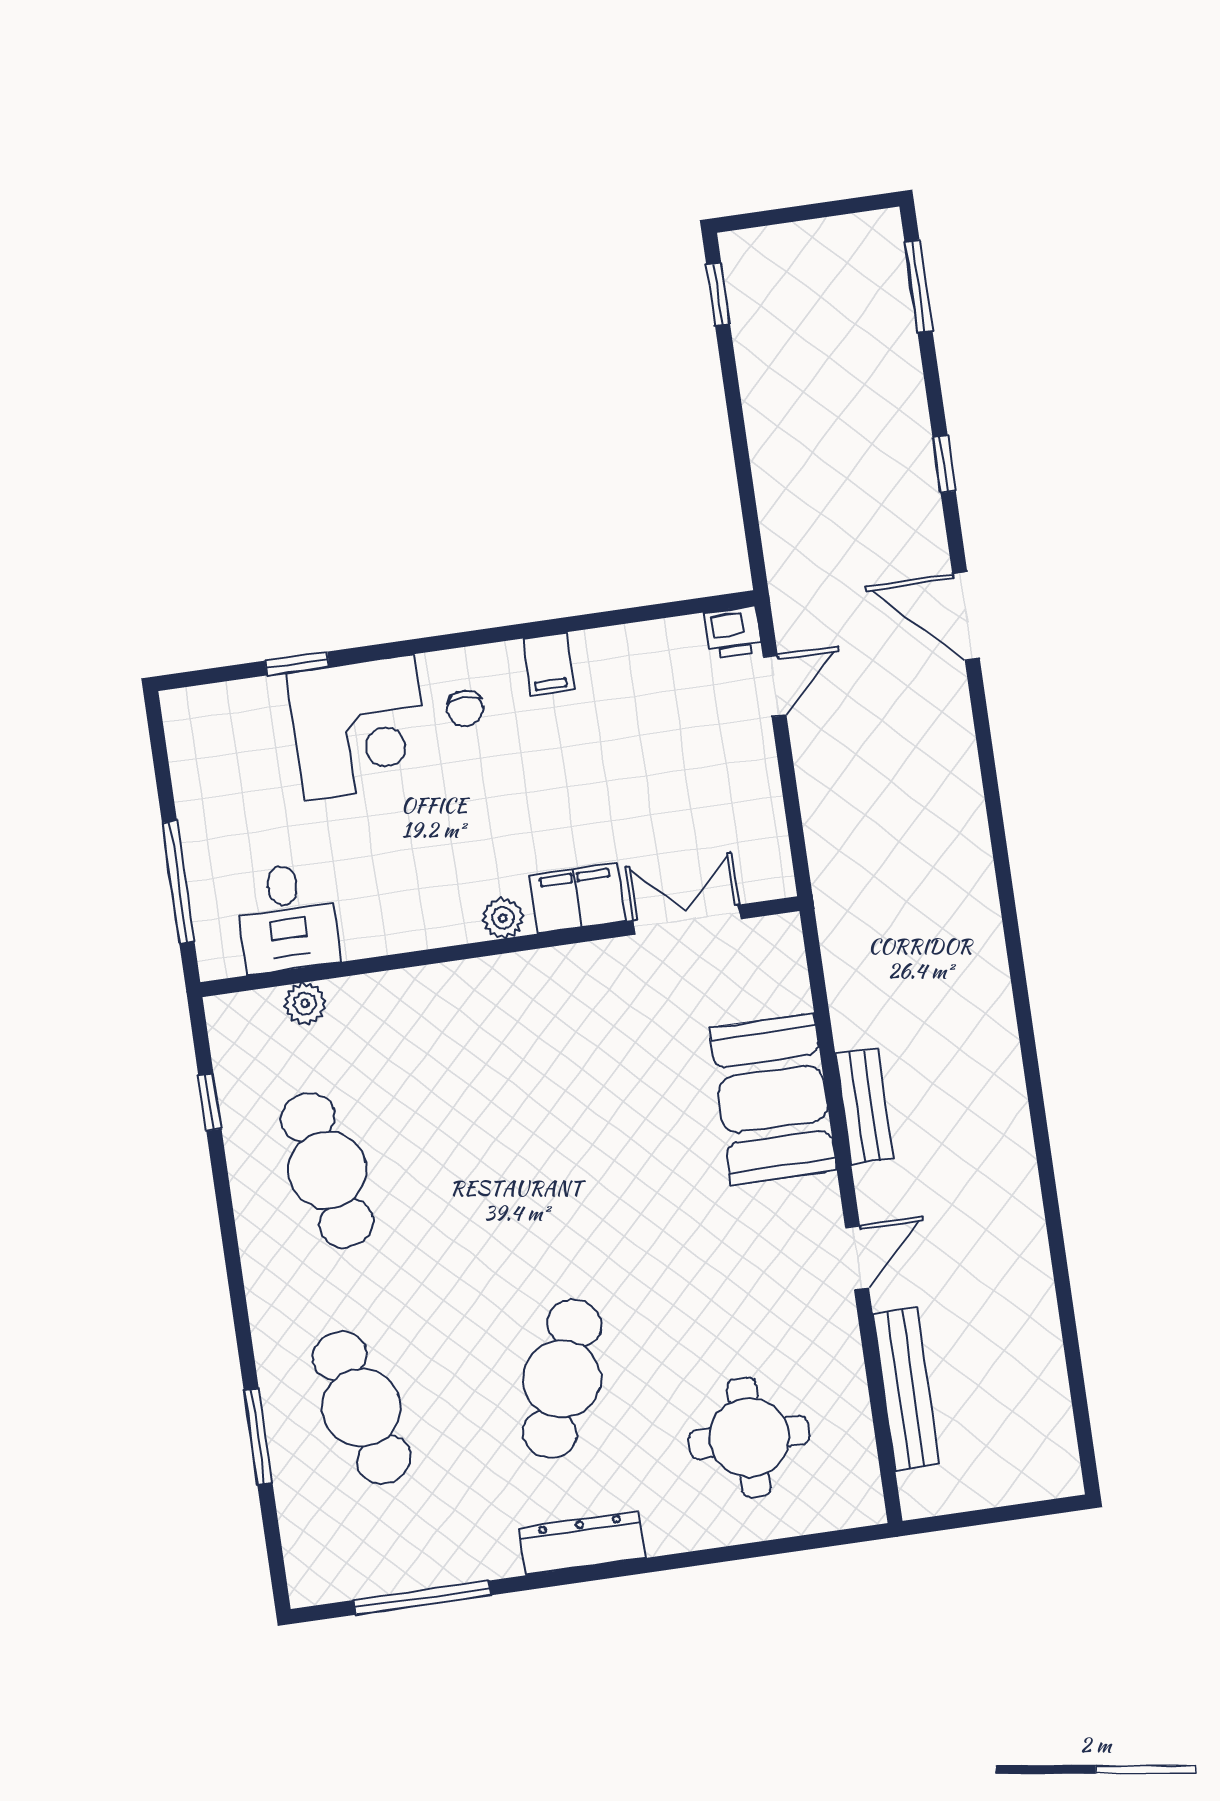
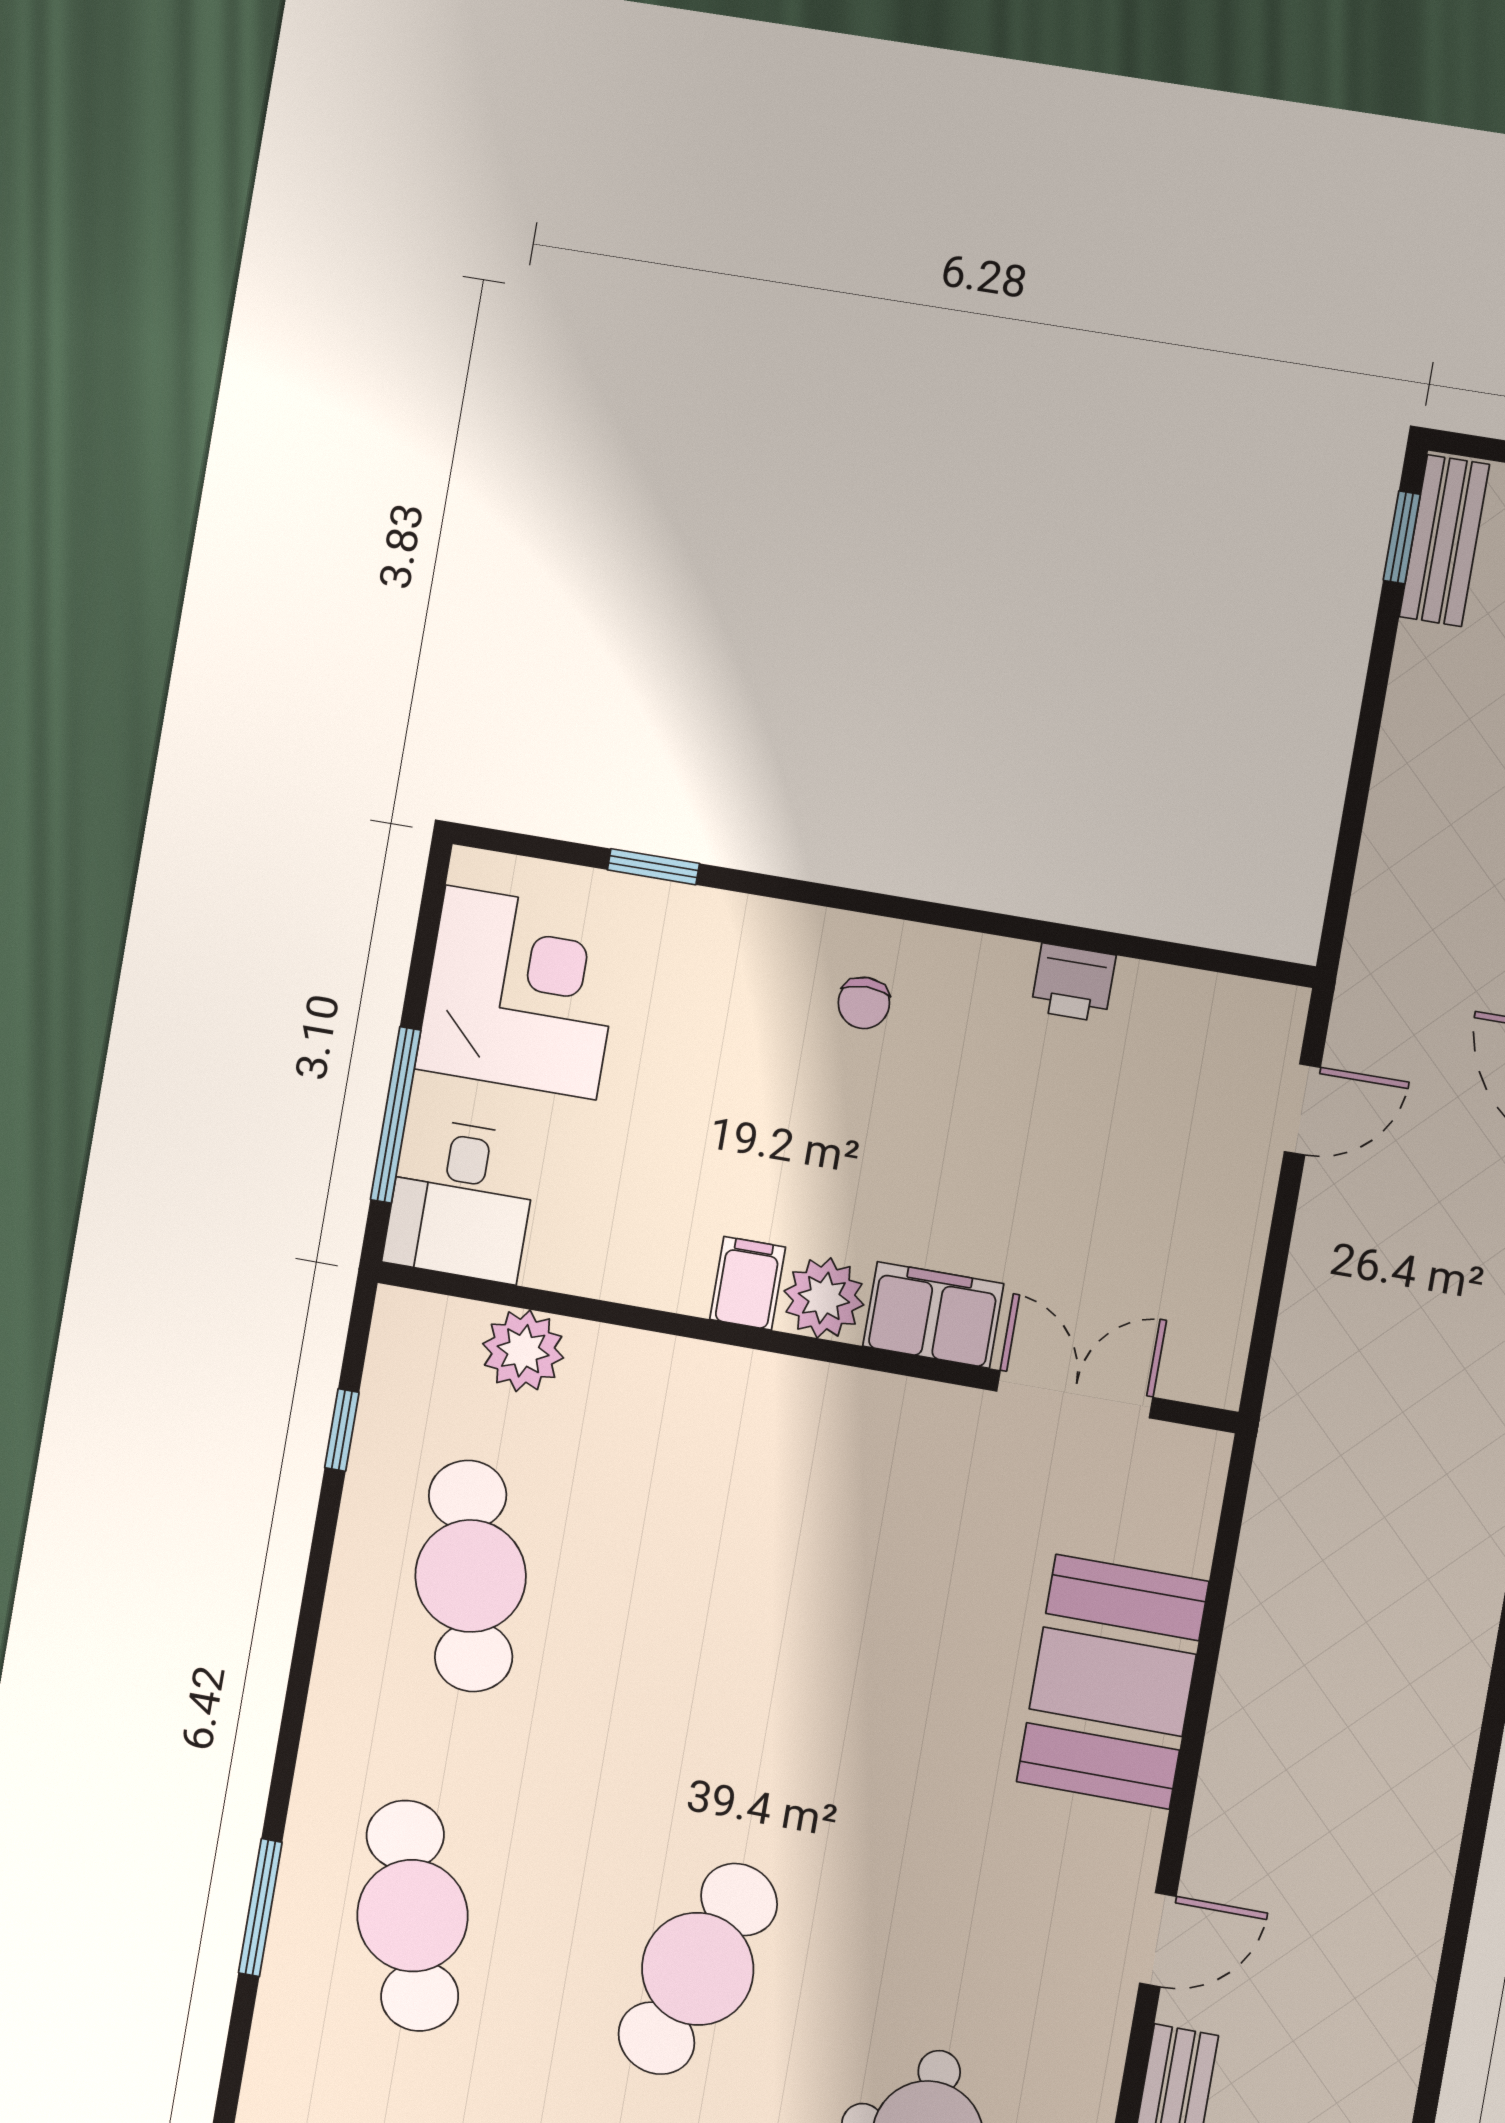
printer: (733, 632) -> (1073, 983), moved
filing cabinet: (548, 664) -> (748, 1283), moved, turned 180
corner desk: (359, 727) -> (521, 992), moved, turned -90
desk: (287, 917) -> (461, 1200), moved
plant: (503, 918) -> (824, 1298), width x1.38, depth x1.38
plant: (305, 1003) -> (523, 1351), width x1.38, depth x1.38
bench: (864, 1107) -> (1444, 541), moved

